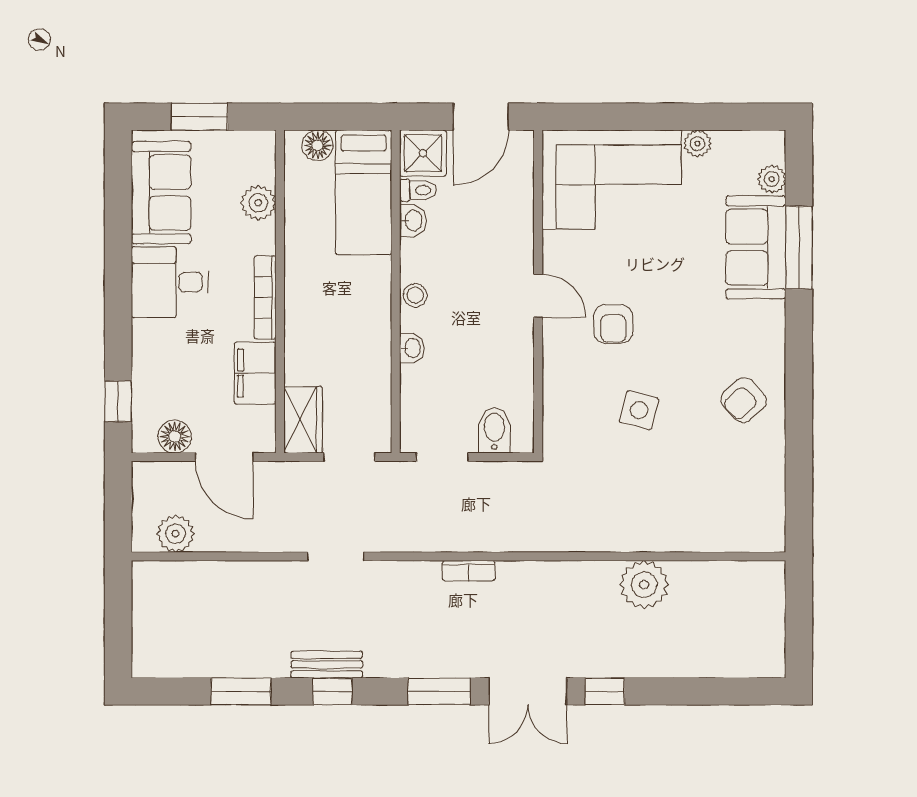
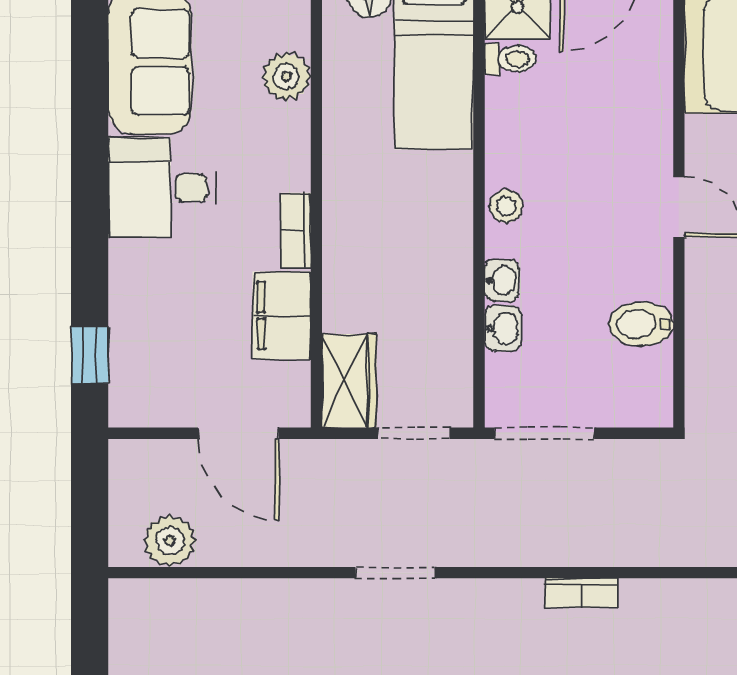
washbasin: (413, 221) -> (503, 328), moved
bookcase: (265, 297) -> (296, 230), width x0.64
bidet: (494, 430) -> (641, 324), moved, turned -90
floor lamp: (175, 436) -> (169, 404), removed
doorway: (442, 457) -> (544, 433), width x1.38

